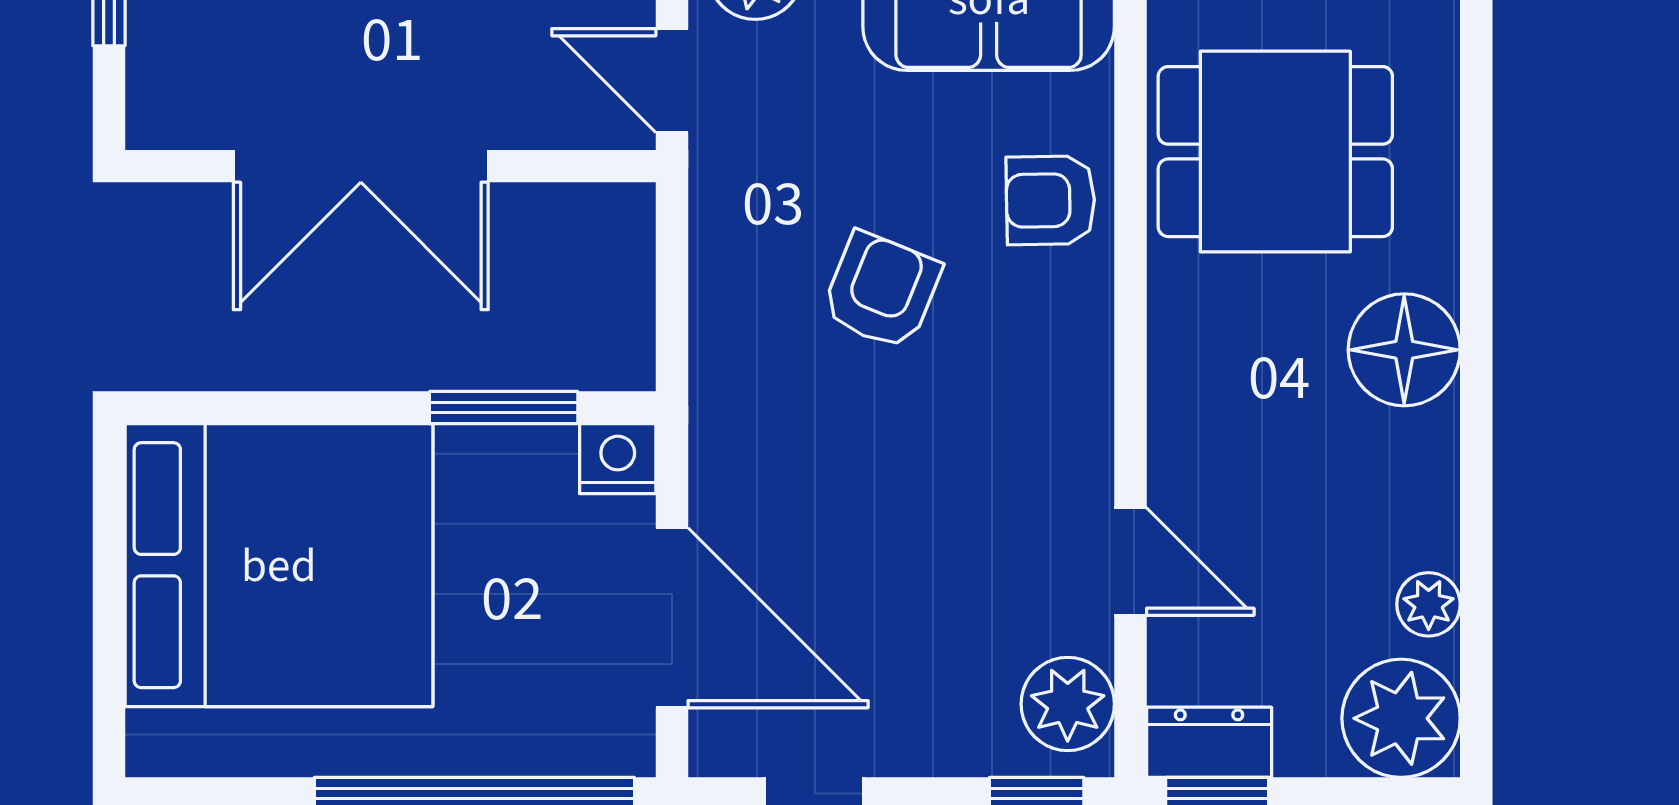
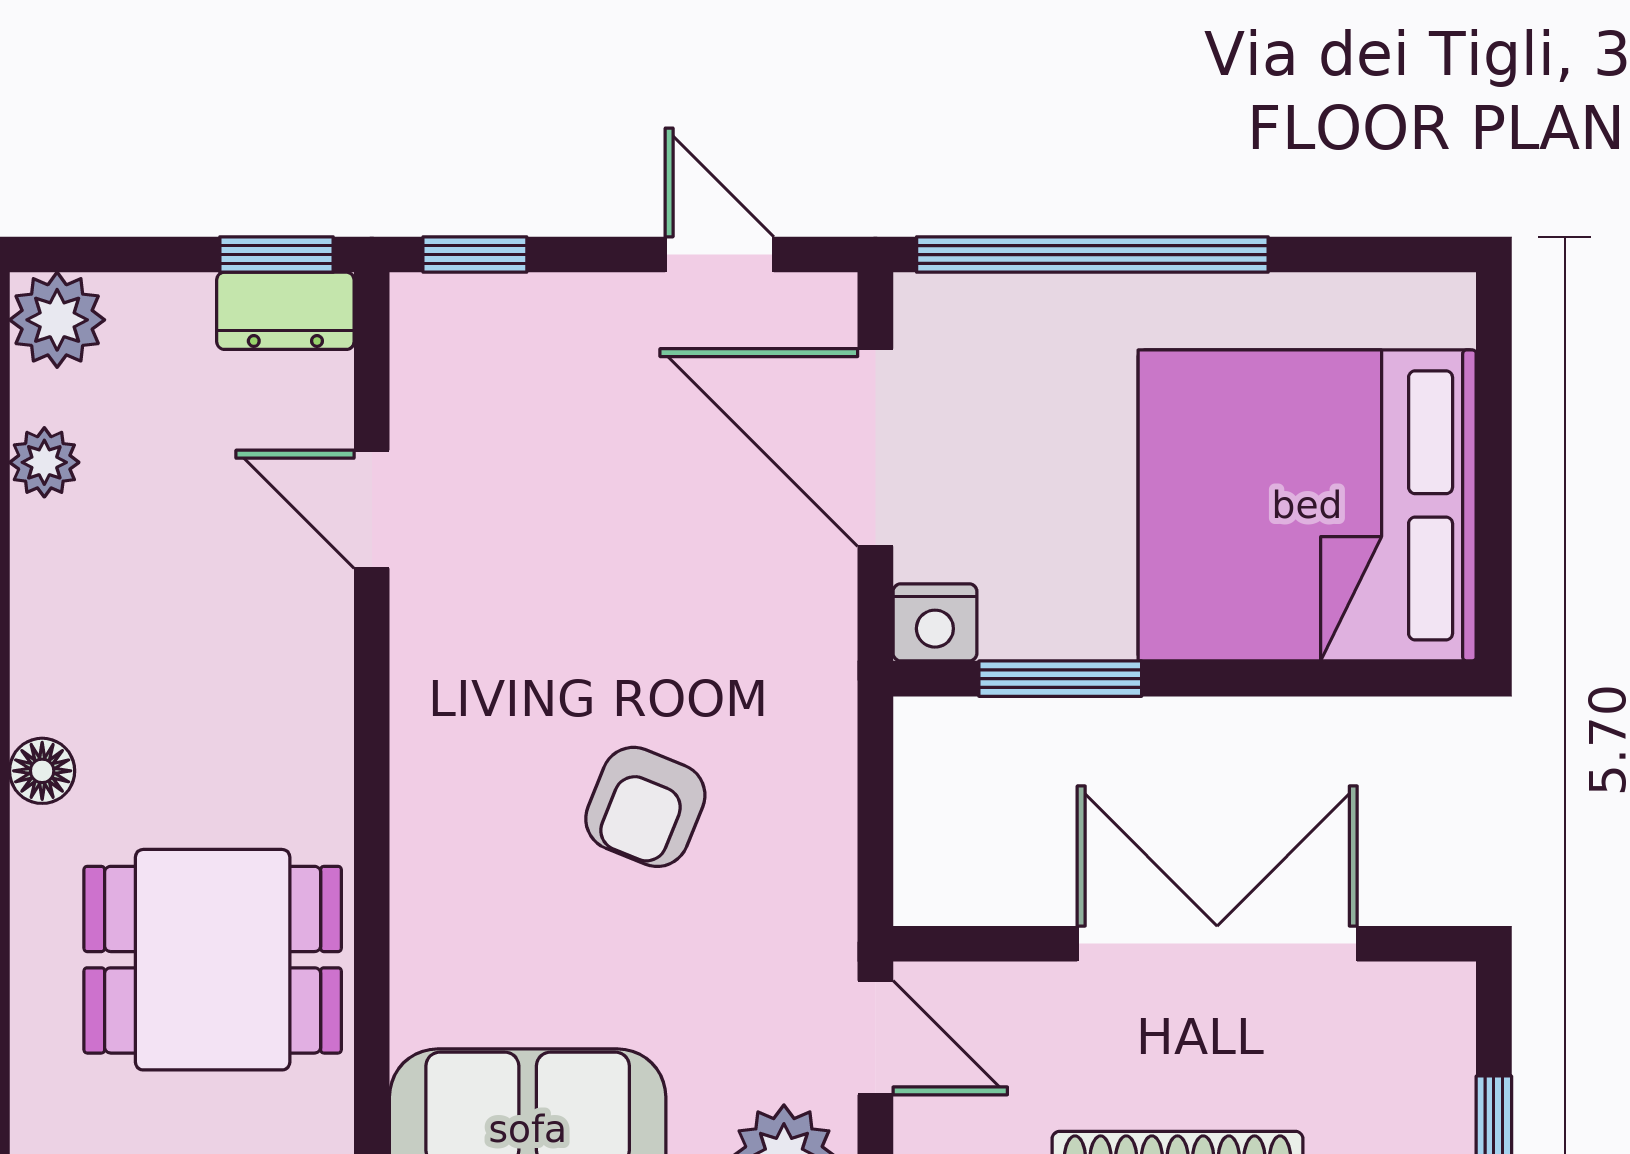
armchair: (1050, 200) -> (460, 906), removed
floor lamp: (1404, 350) -> (42, 771), width x0.53, depth x0.53
plant: (1068, 704) -> (441, 353), removed
plant: (1401, 718) -> (57, 320), width x0.73, depth x0.73

